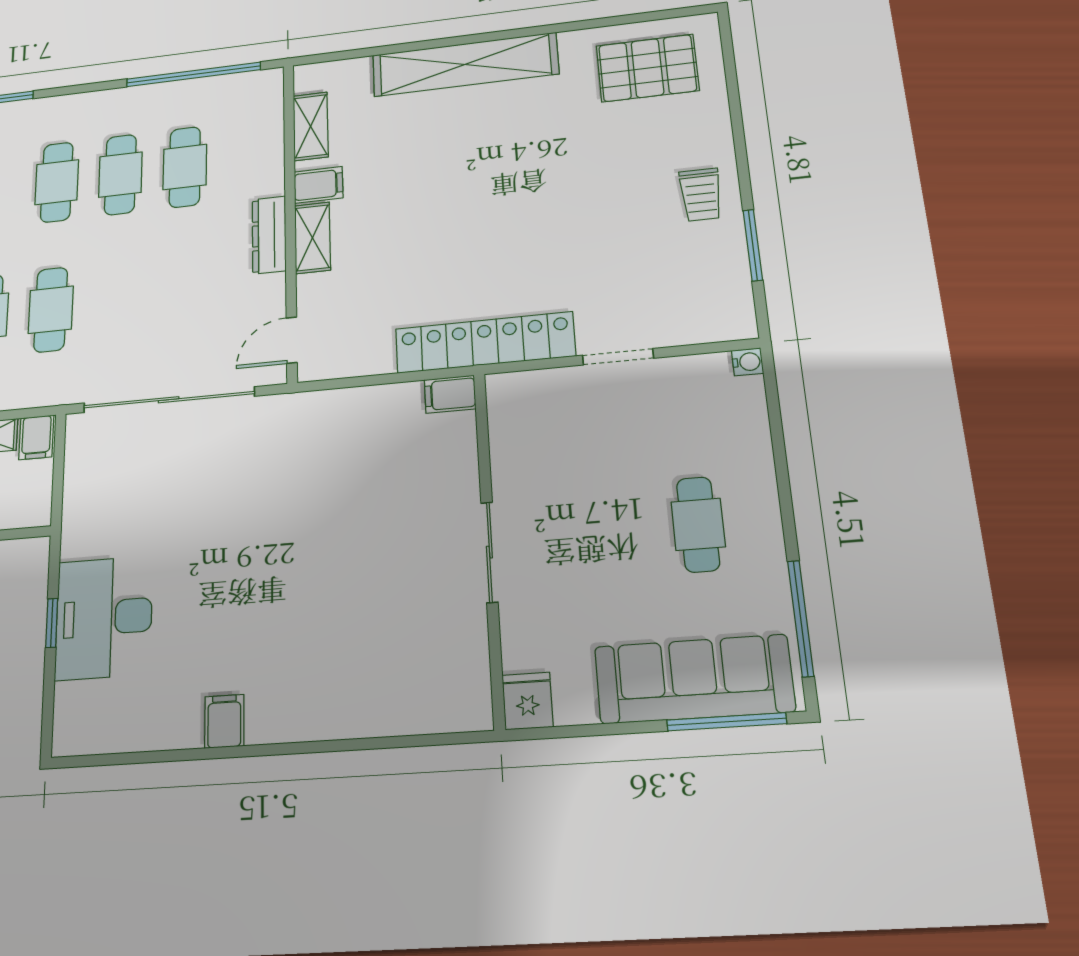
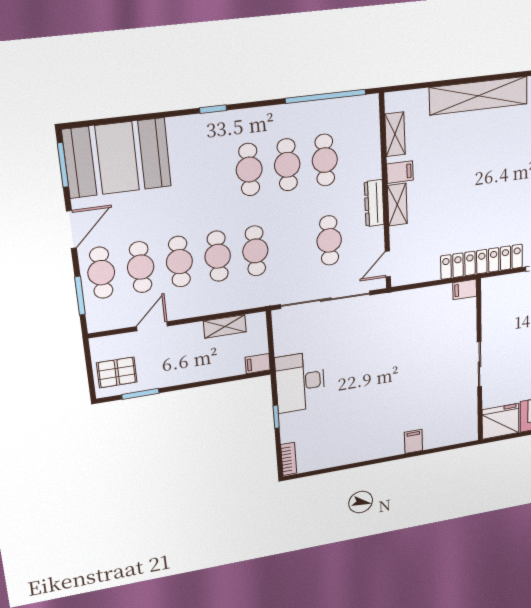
cafe table: (183, 296) -> (329, 240), added
filing cabinet: (36, 437) -> (258, 364), moved, turned 90
desk: (104, 618) -> (300, 382), moved
fridge: (528, 701) -> (501, 421), width x1.88, depth x1.34
bookcase: (67, 719) -> (289, 459), added
filing cabinet: (224, 721) -> (413, 441), moved

